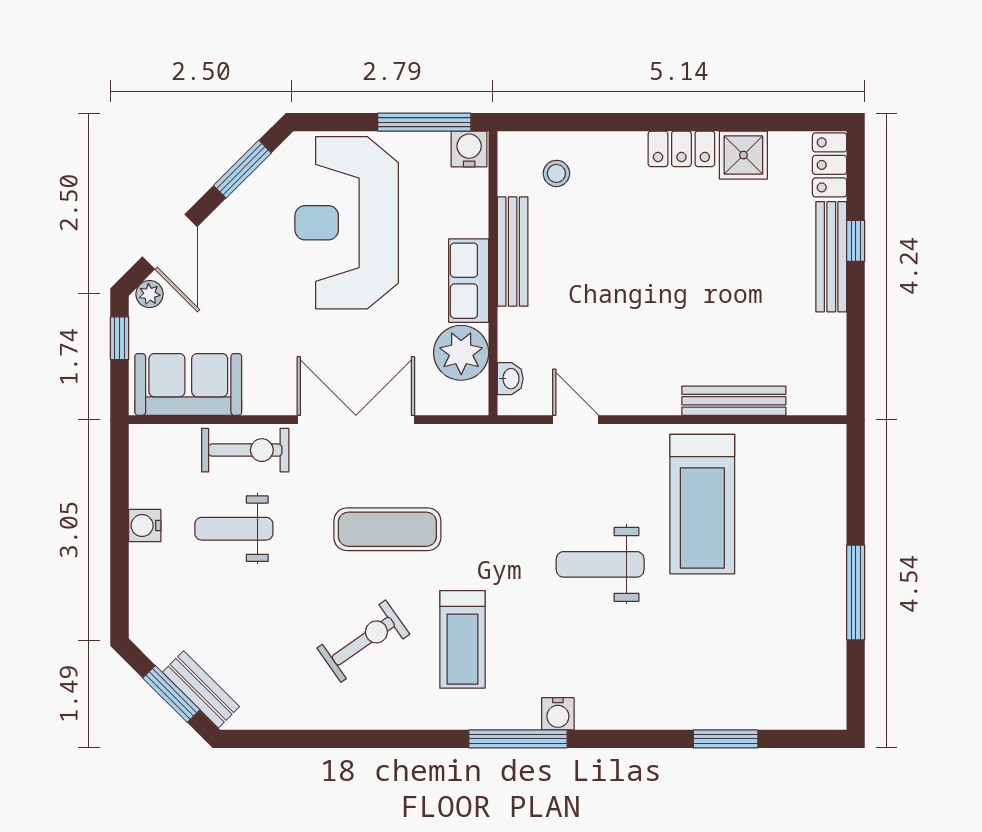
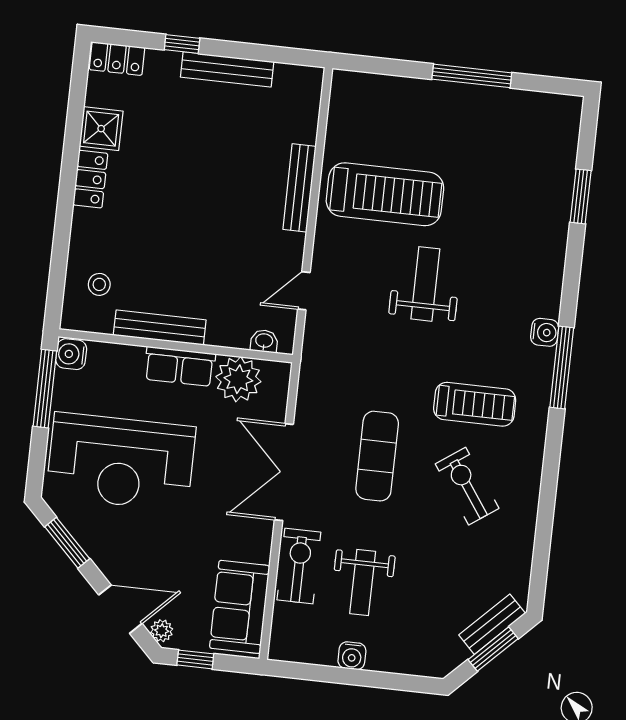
bench: (831, 257) -> (227, 69), moved
bench: (734, 401) -> (300, 188), moved
weight bench: (600, 564) -> (425, 284), turned 180

